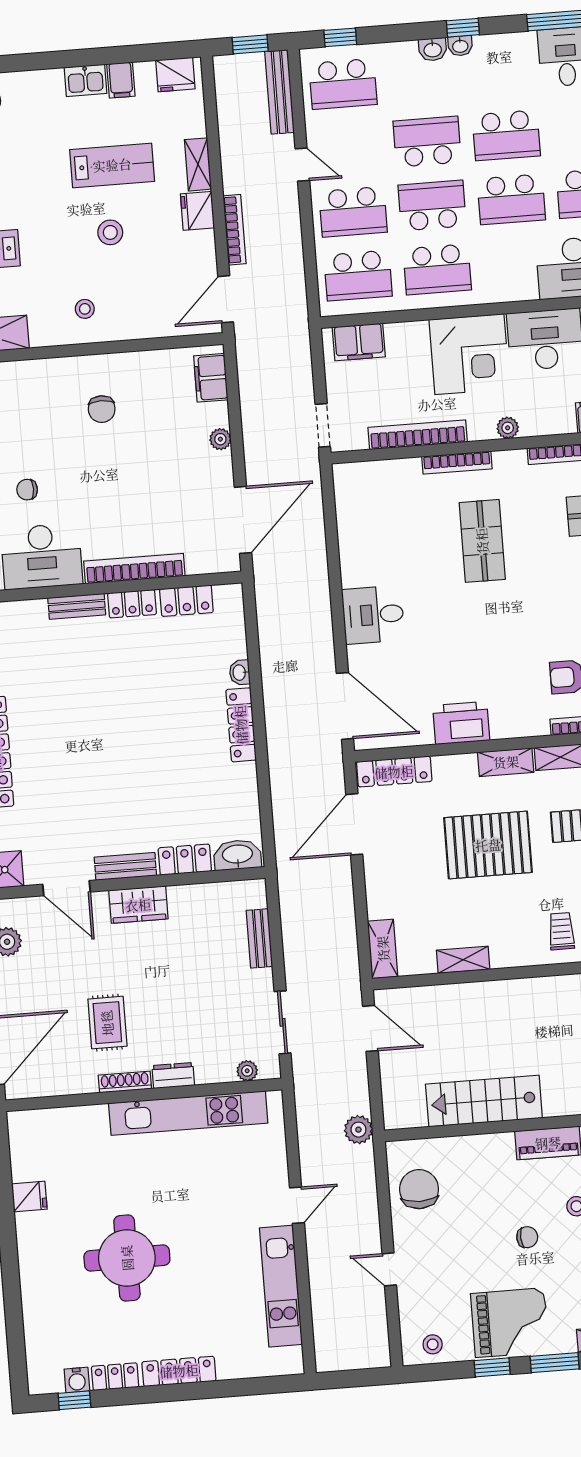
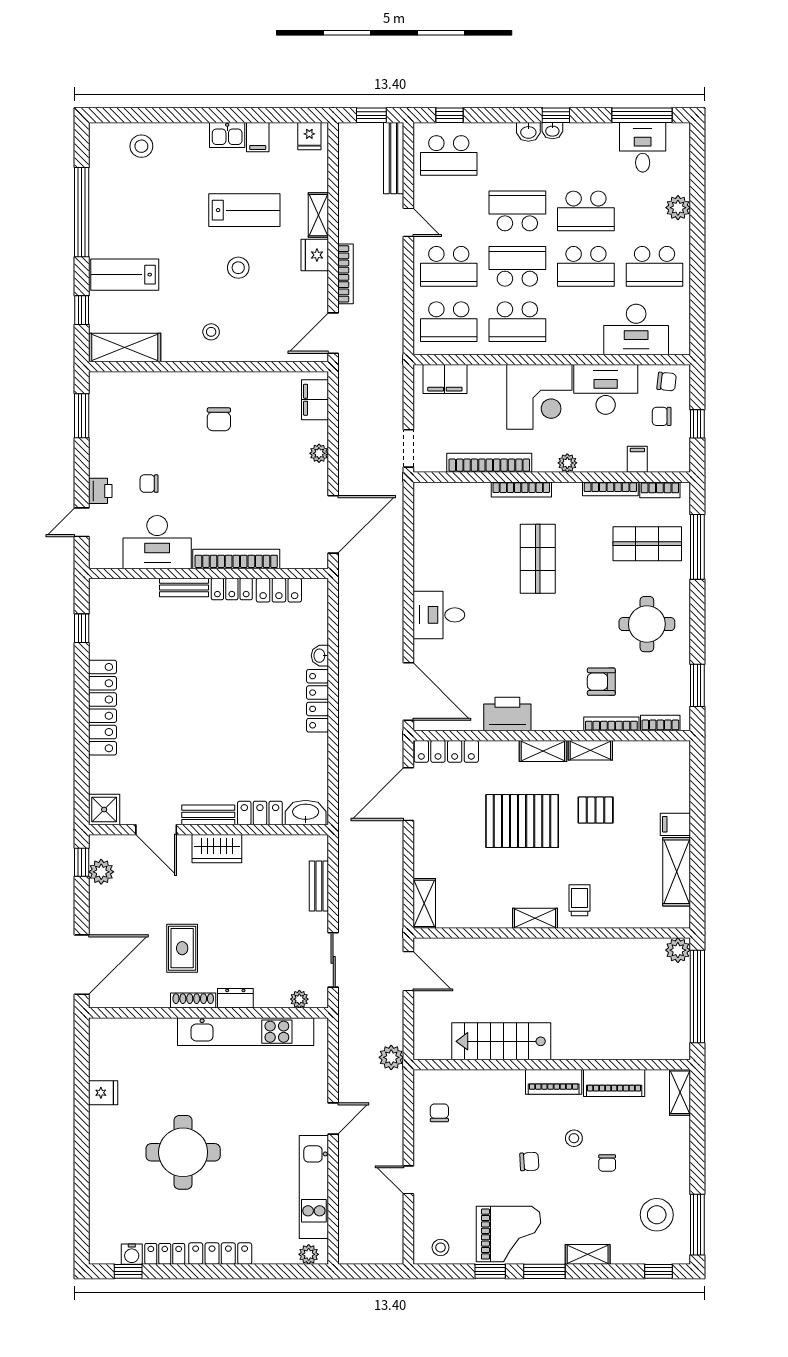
fridge: (175, 75) -> (309, 136), width x0.72
shelving: (463, 960) -> (535, 918), moved
chair: (419, 1189) -> (439, 1113), width x0.54, depth x0.54
plant: (281, 1364) -> (309, 1254), added

